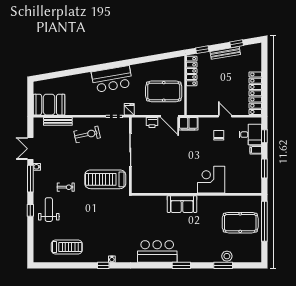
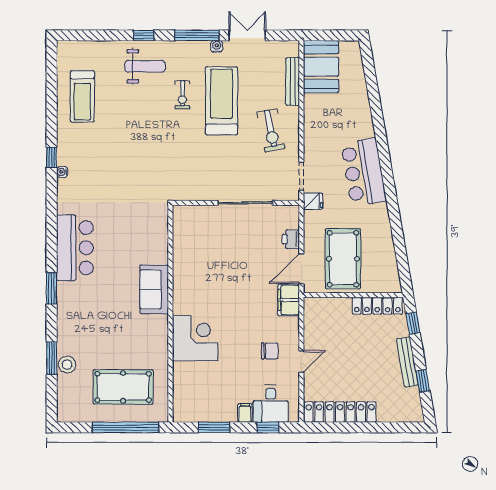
treadmill: (105, 179) -> (222, 101), moved
pool table: (240, 223) -> (123, 387), turned 90

